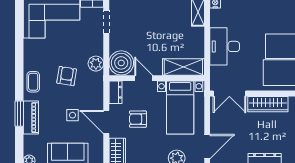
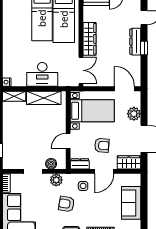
doorway: (106, 22) -> (33, 171), moved
boiler: (121, 63) -> (51, 164), width x0.54, depth x0.54
shelving: (183, 67) -> (44, 98), moved, turned 90
side table: (73, 115) -> (83, 186), moved
armchair: (138, 119) -> (102, 145), turned -86

